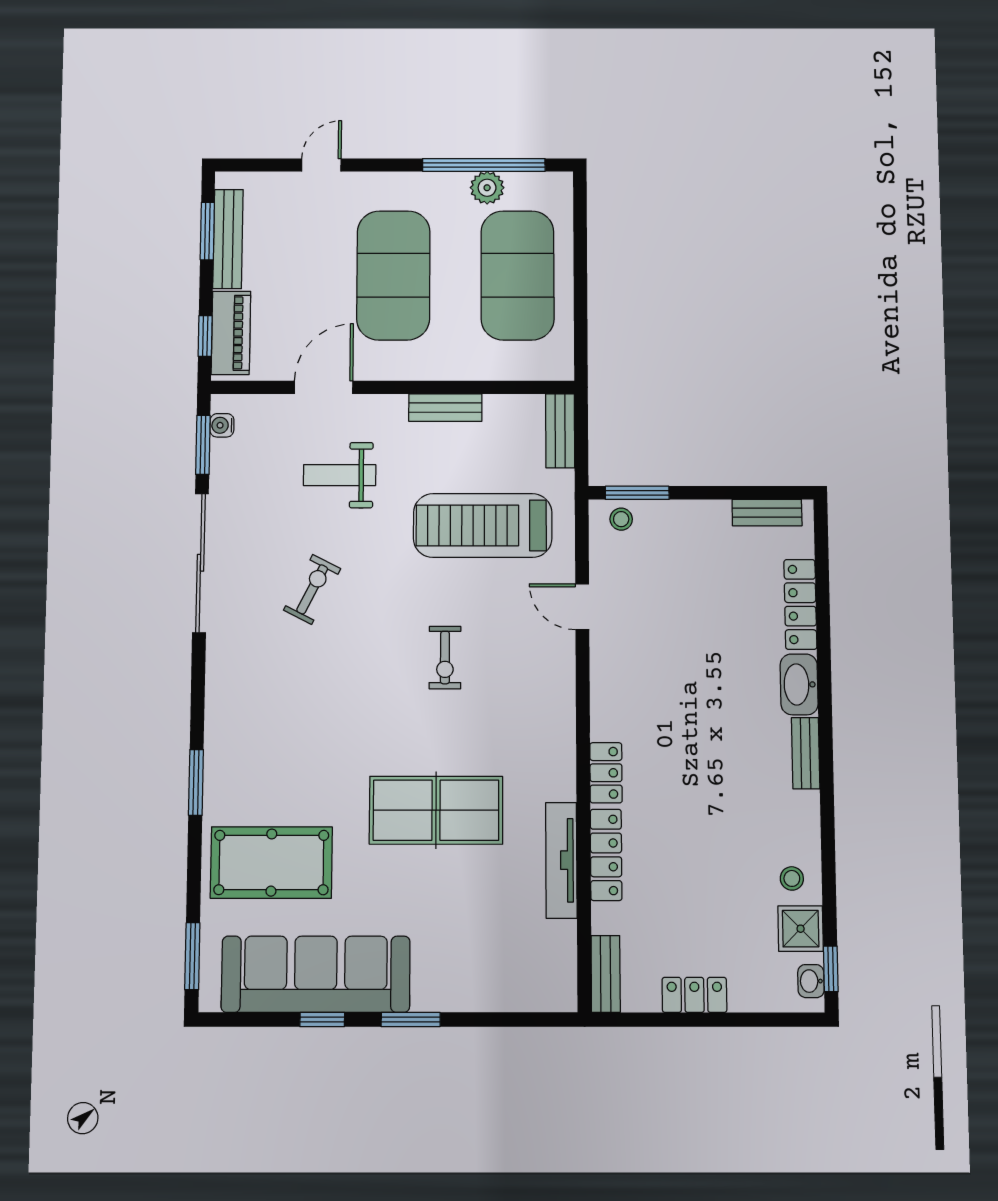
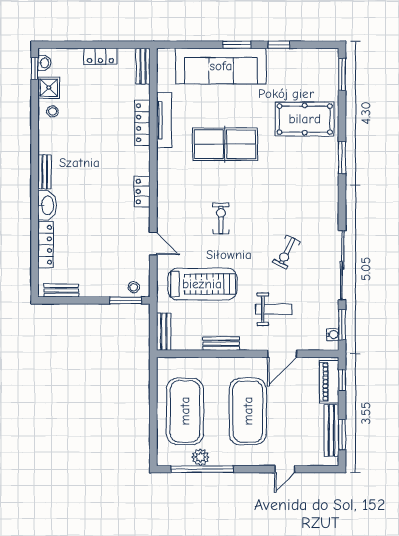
locker: (606, 773) -> (142, 191), moved
sofa: (316, 974) -> (221, 66), moved

